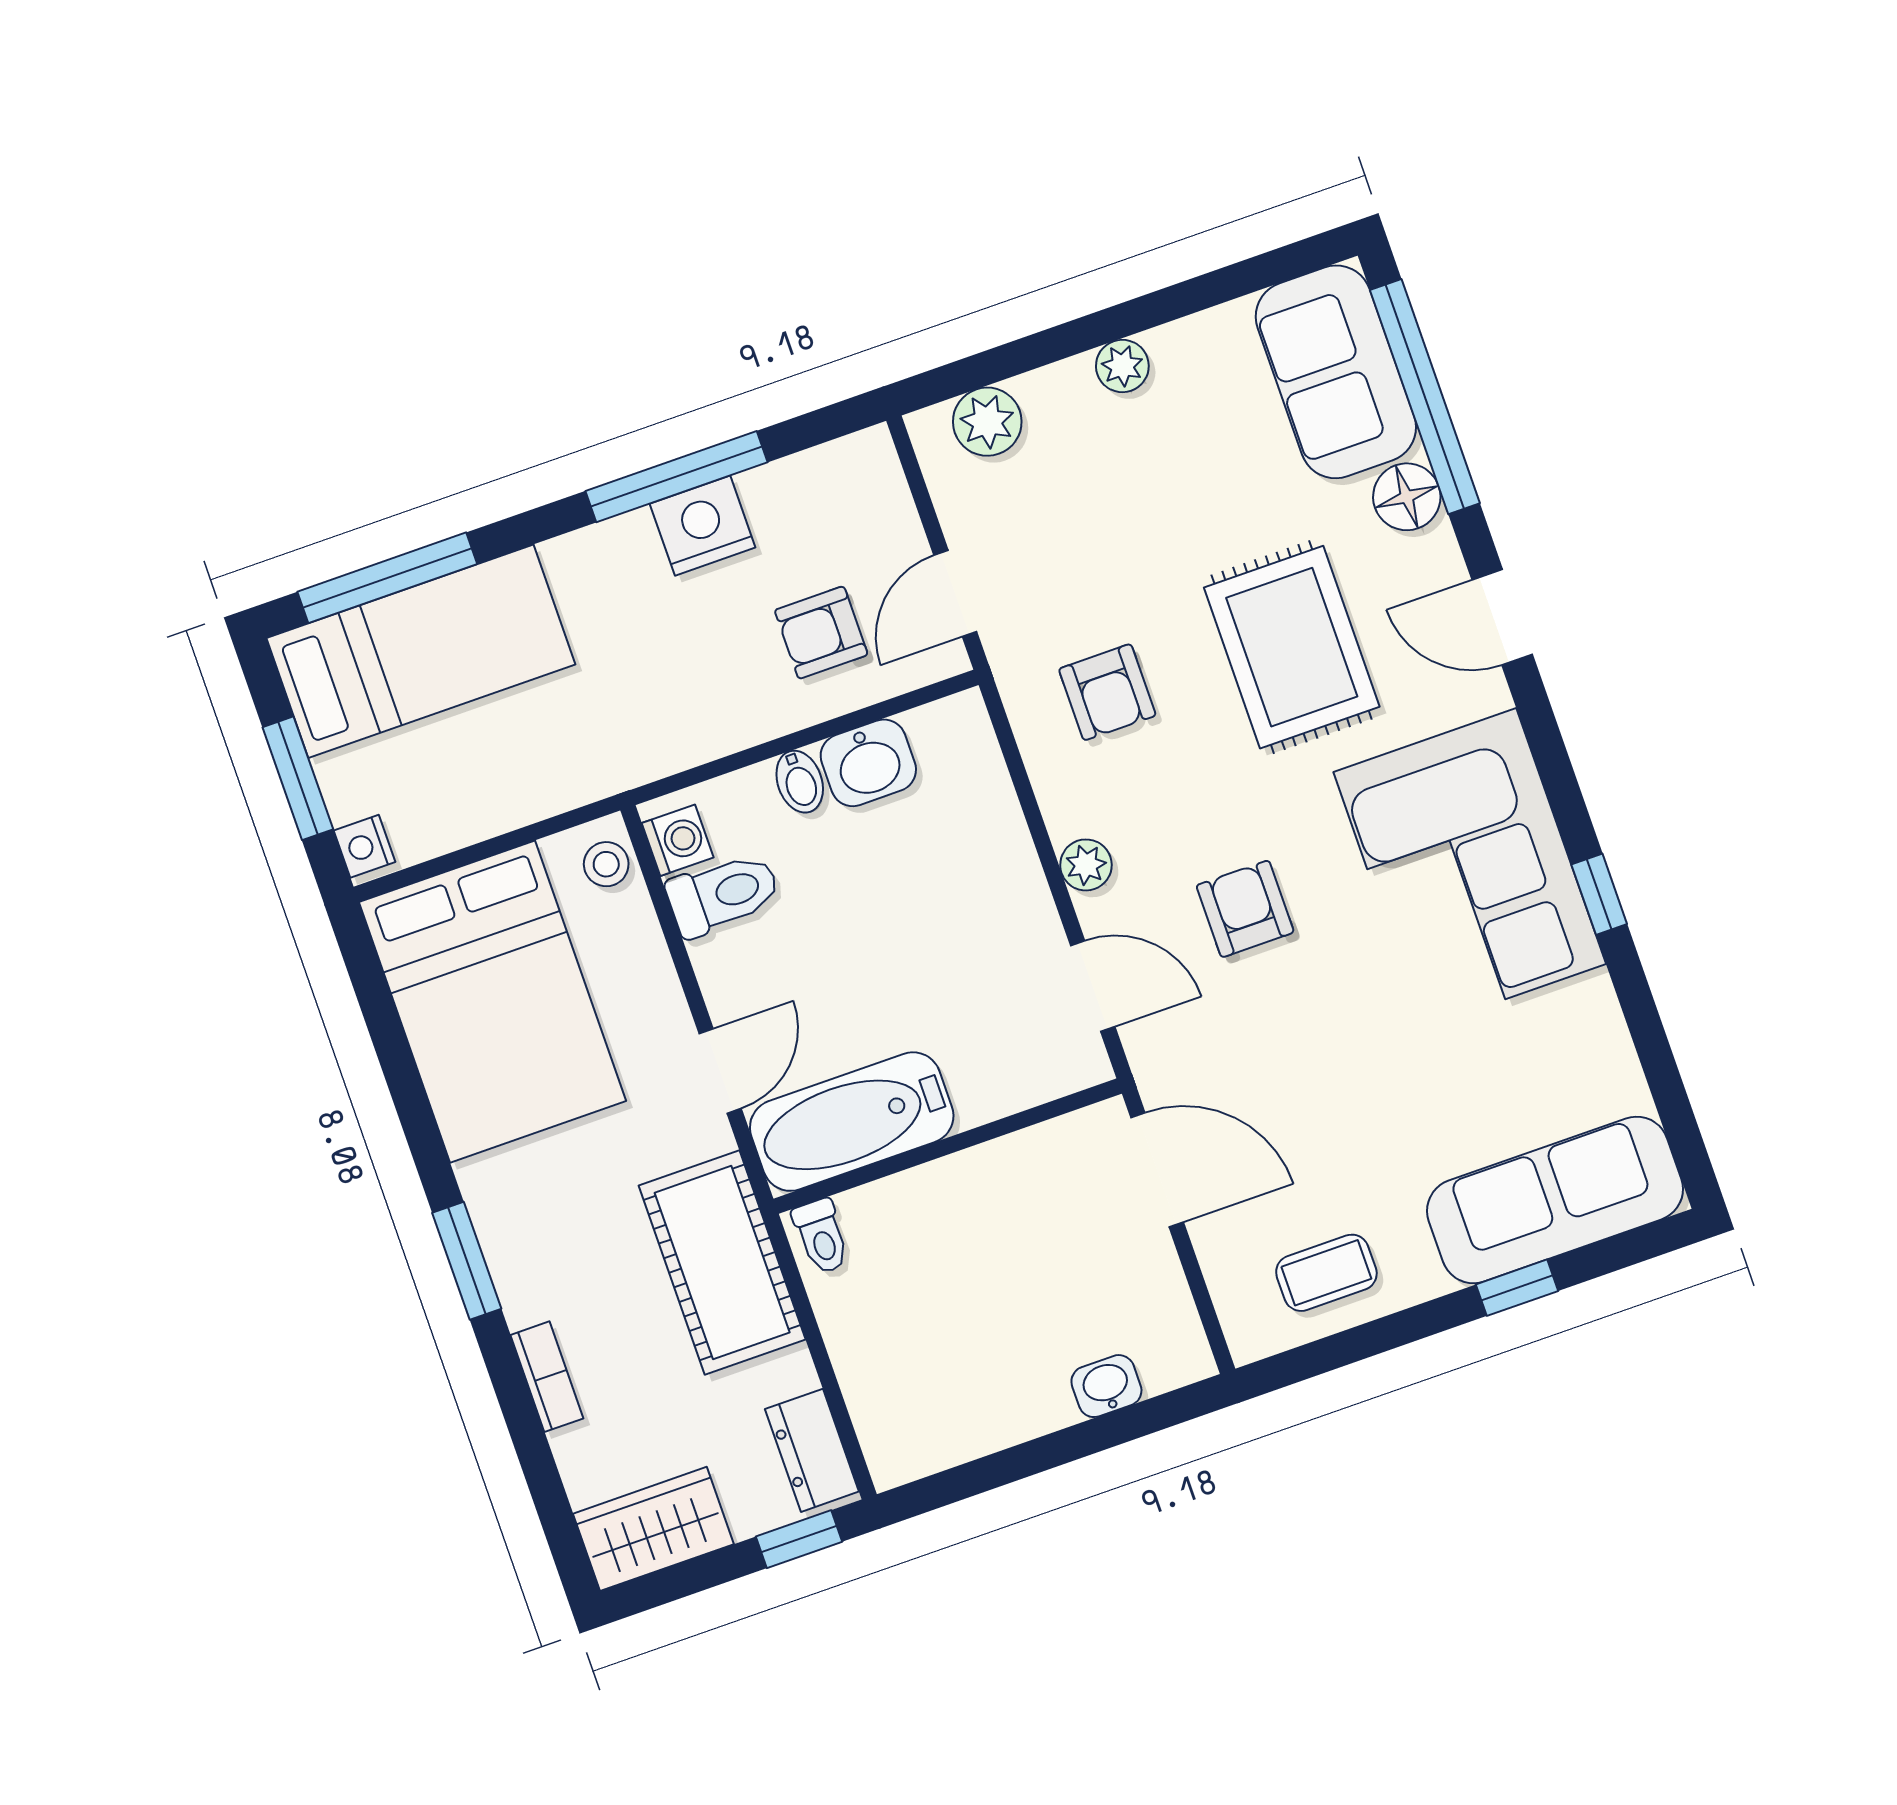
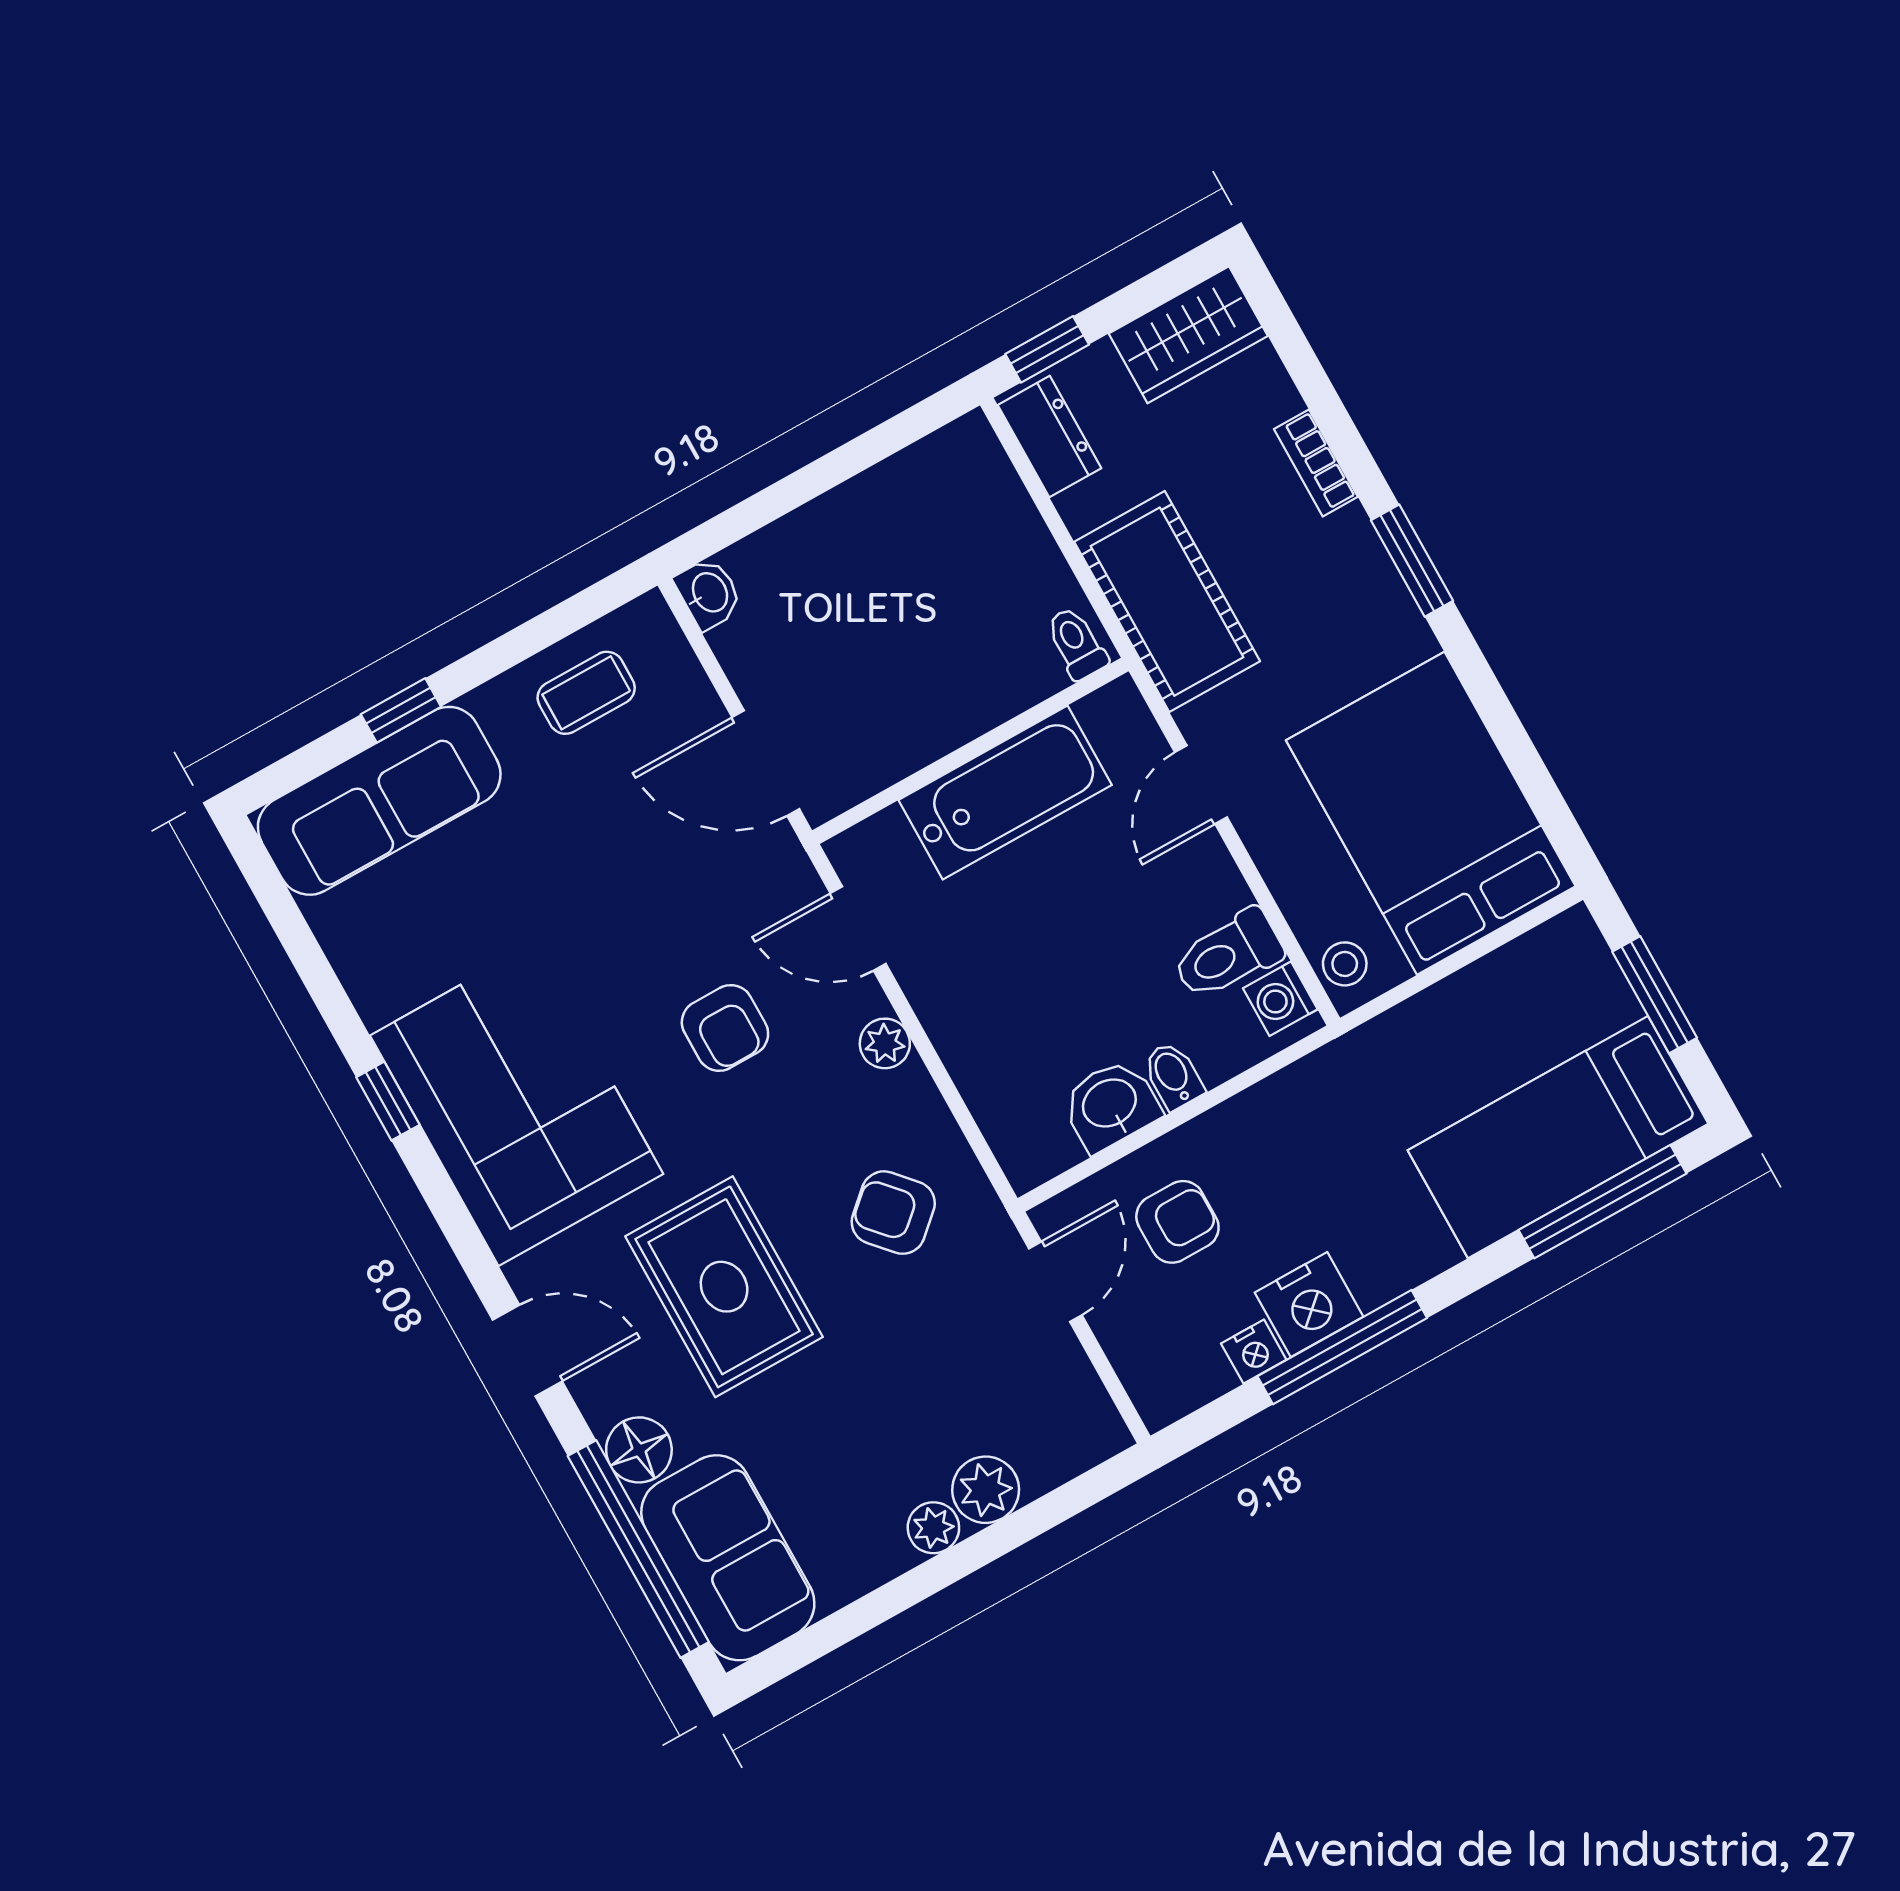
plant: (987, 422) -> (986, 1490), moved
armchair: (1107, 692) -> (893, 1213), turned -42
nightstand: (364, 846) -> (1254, 1352), moved, turned 90
bathtub: (852, 1122) -> (1005, 793), moved
washbasin: (1106, 1386) -> (709, 593), moved, turned -90

